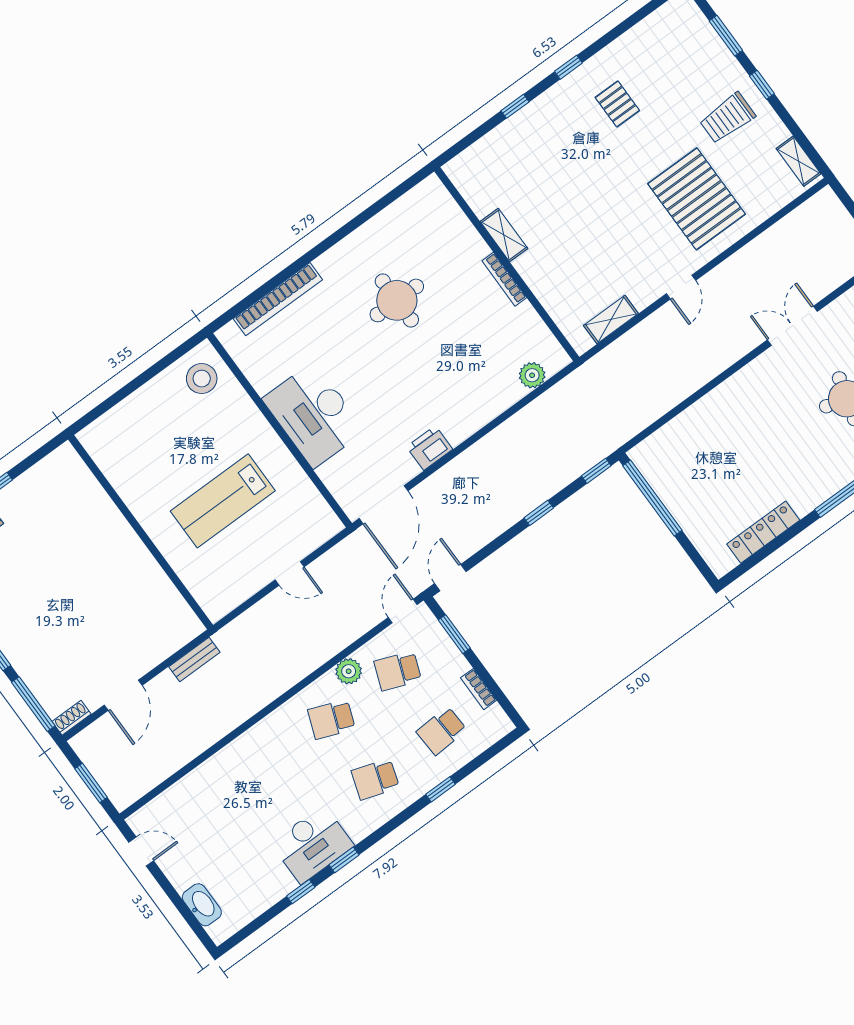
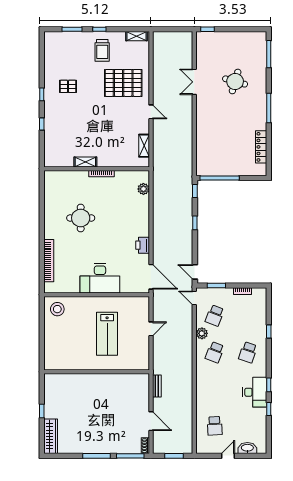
school desk: (442, 731) -> (215, 426), moved
door: (141, 851) -> (228, 456), moved

